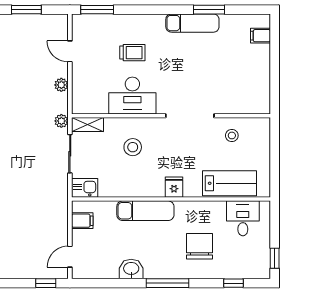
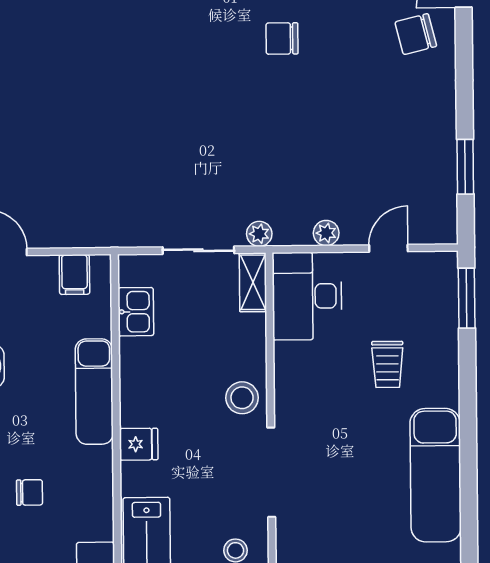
window: (209, 10) -> (469, 506), removed
exam couch: (192, 23) -> (436, 475), width x1.36, depth x1.45
desk: (132, 96) -> (307, 296), moved
stool: (133, 147) -> (242, 398), moved
kitchen sink: (85, 188) -> (136, 312), moved
chair: (199, 246) -> (29, 492), width x0.54, depth x0.54

